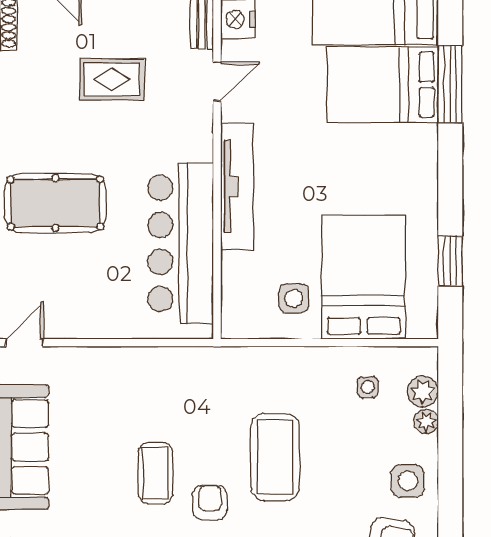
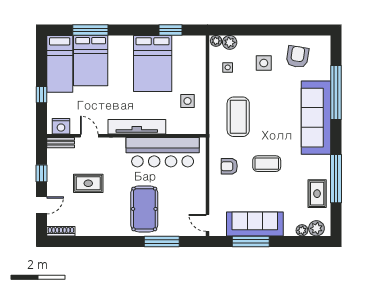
rug: (112, 79) -> (88, 183), turned 90
bed: (364, 277) -> (153, 64), moved, turned -90
plant: (426, 422) -> (216, 41), moved
coffee table: (275, 457) -> (238, 117), moved, turned 90
side table: (408, 481) -> (264, 63), moved
armchair: (210, 503) -> (229, 166), moved

